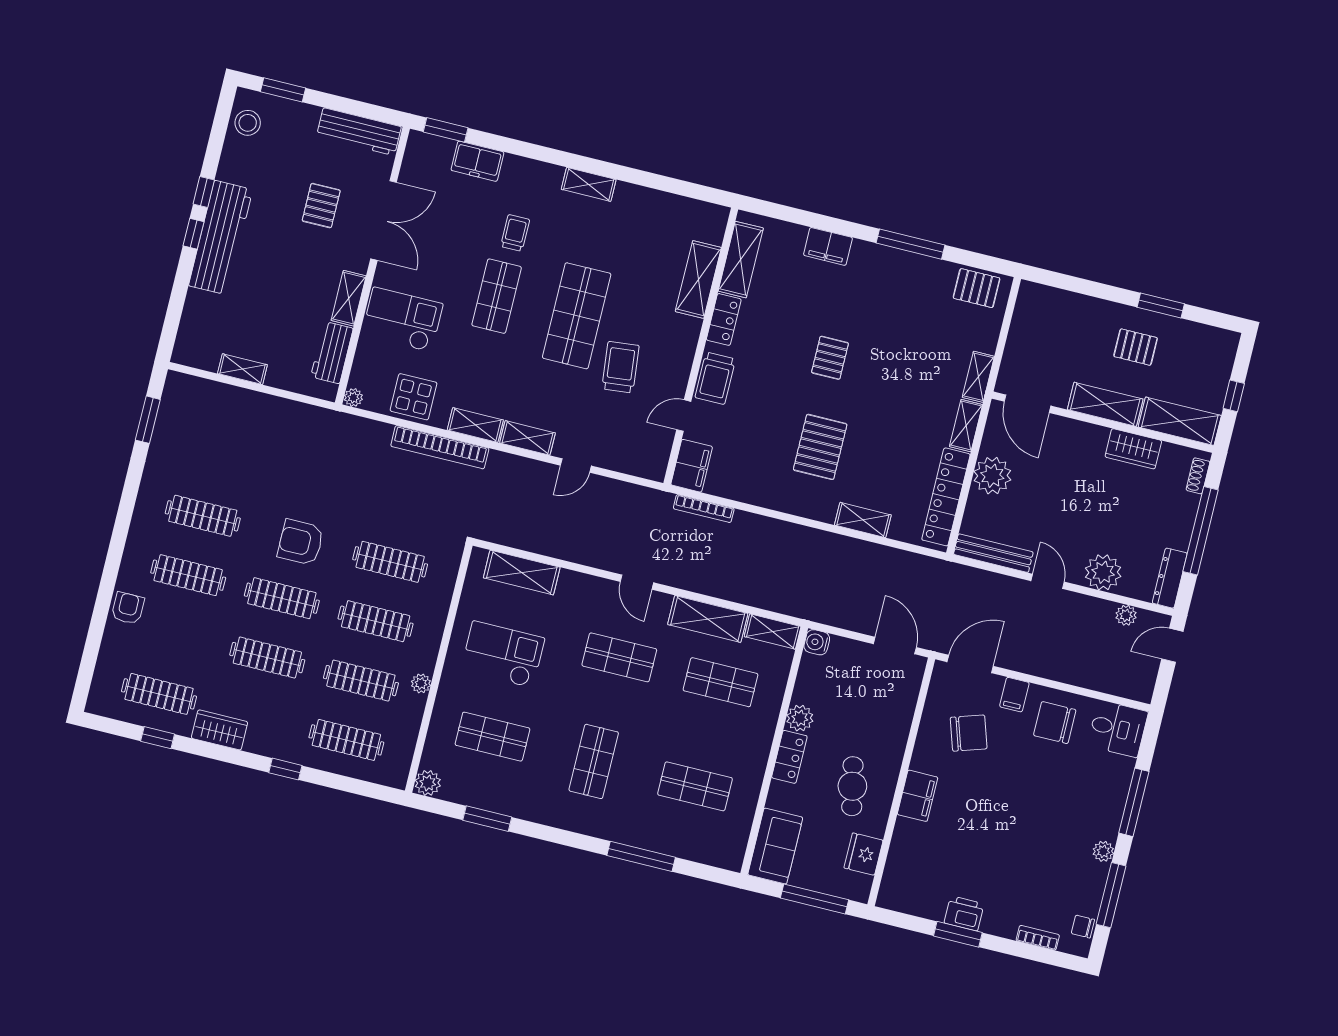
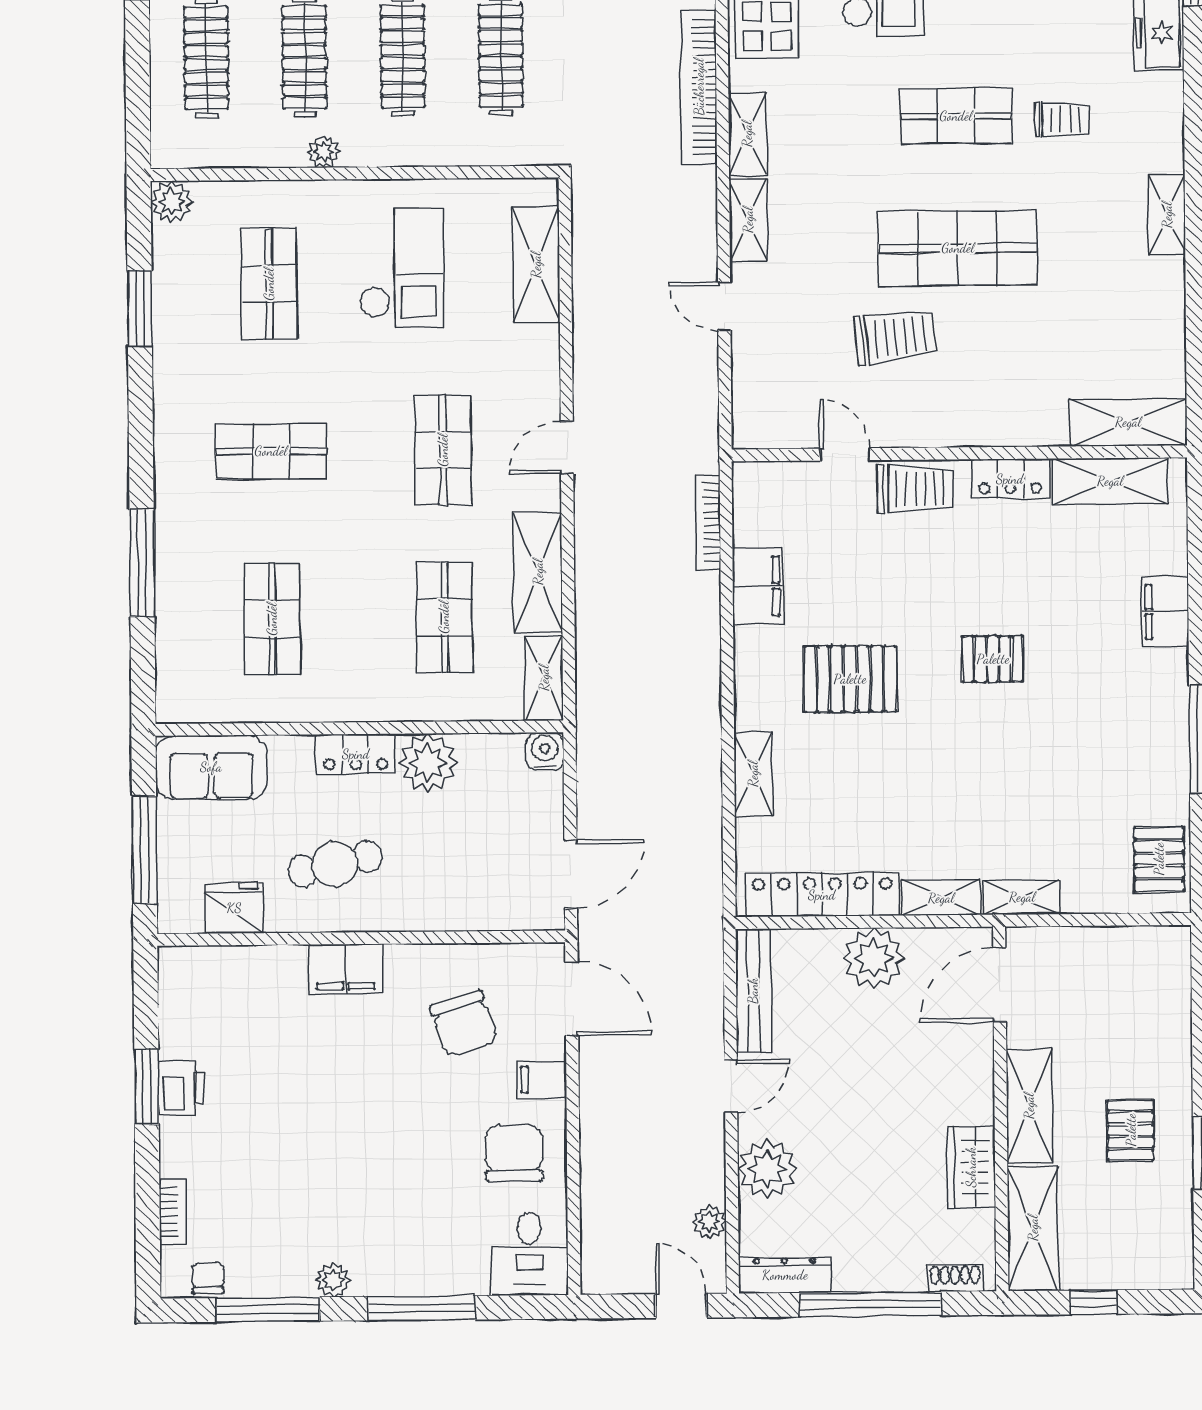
shelving: (698, 280) -> (1128, 422), moved
trolley: (715, 378) -> (915, 489), turned 180
filing cabinet: (692, 466) -> (758, 586), moved, turned -90
plant: (800, 718) -> (428, 763), width x1.36, depth x1.36

